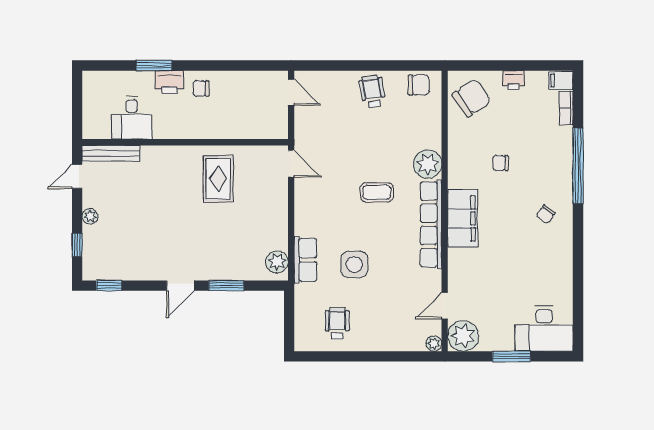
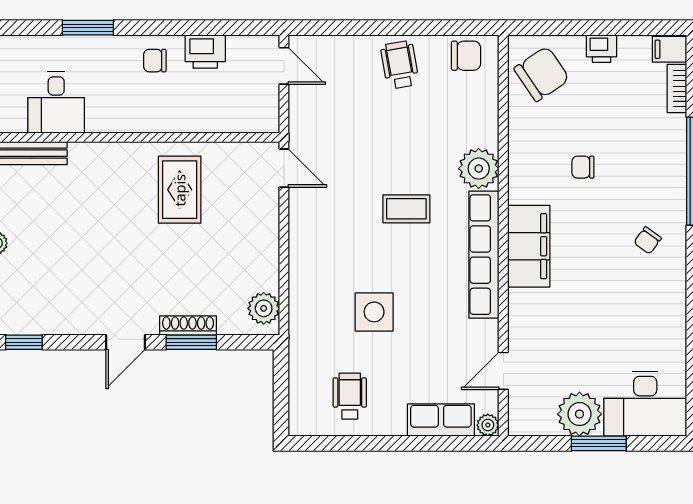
printer: (169, 82) -> (205, 52), moved
row of seats: (305, 260) -> (441, 420), moved, turned -90
shoe rack: (224, 274) -> (188, 325), added
plant: (463, 336) -> (580, 414), moved

